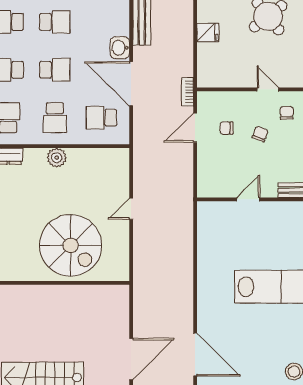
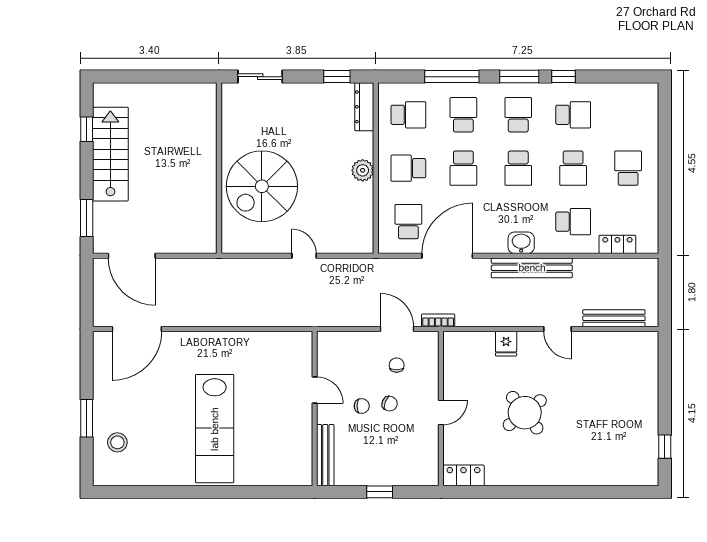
washbasin: (120, 48) -> (521, 243), moved
chair: (287, 113) -> (362, 406), moved

